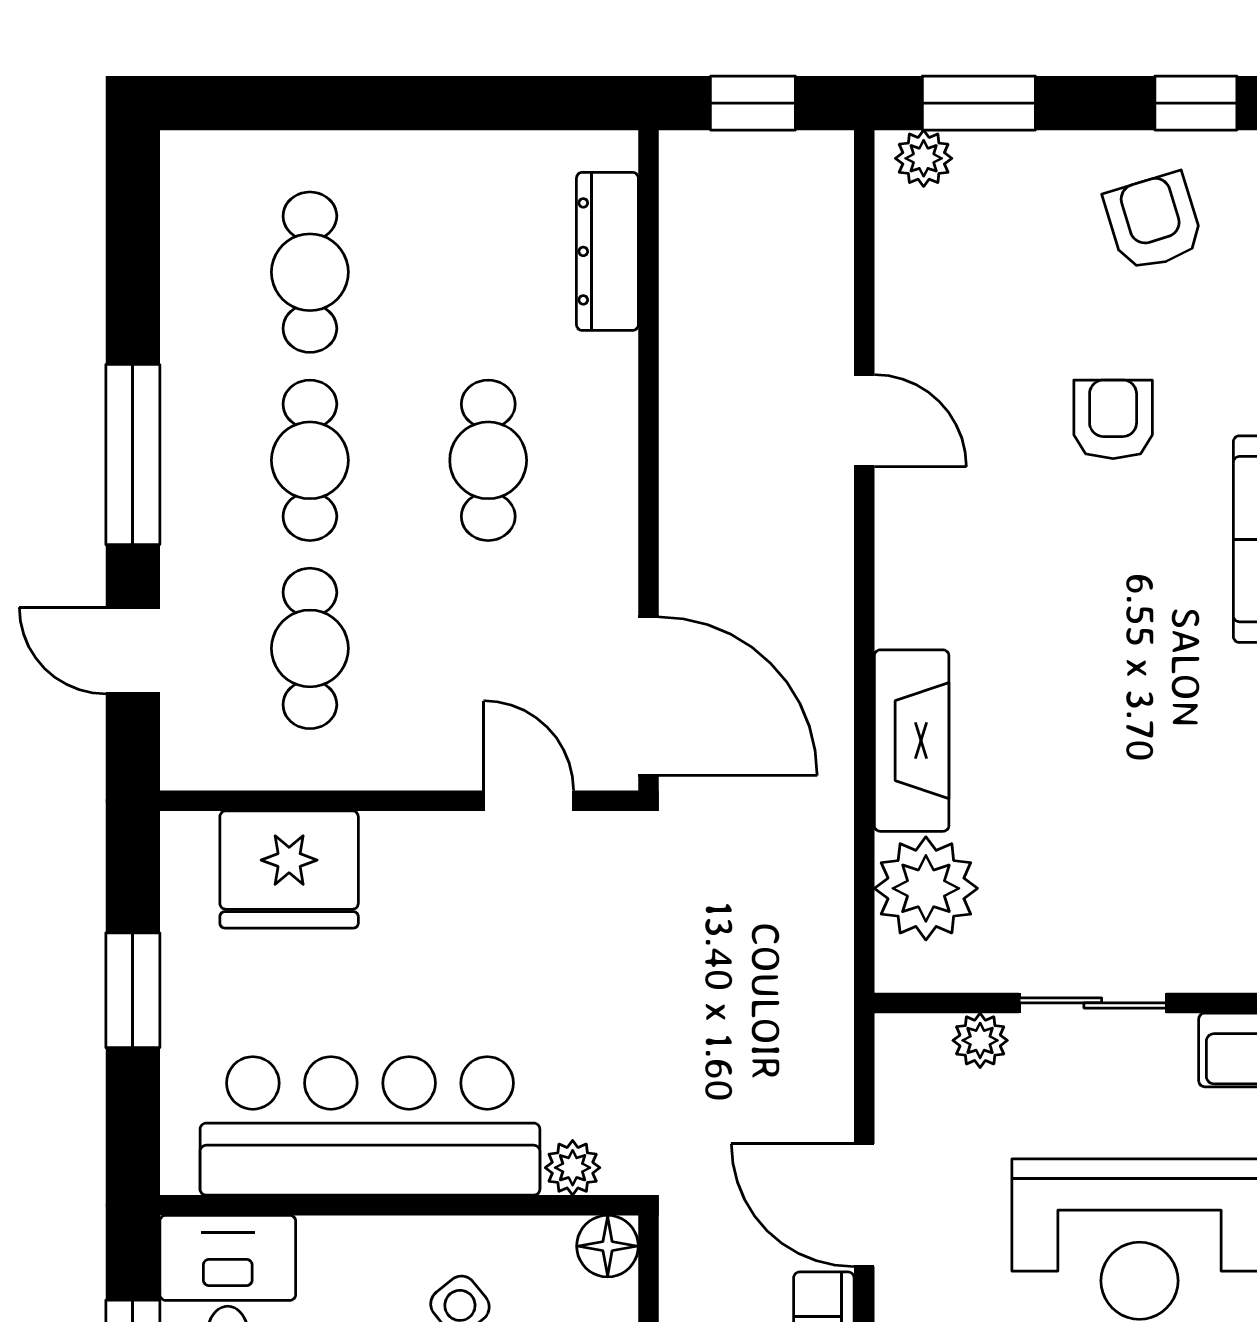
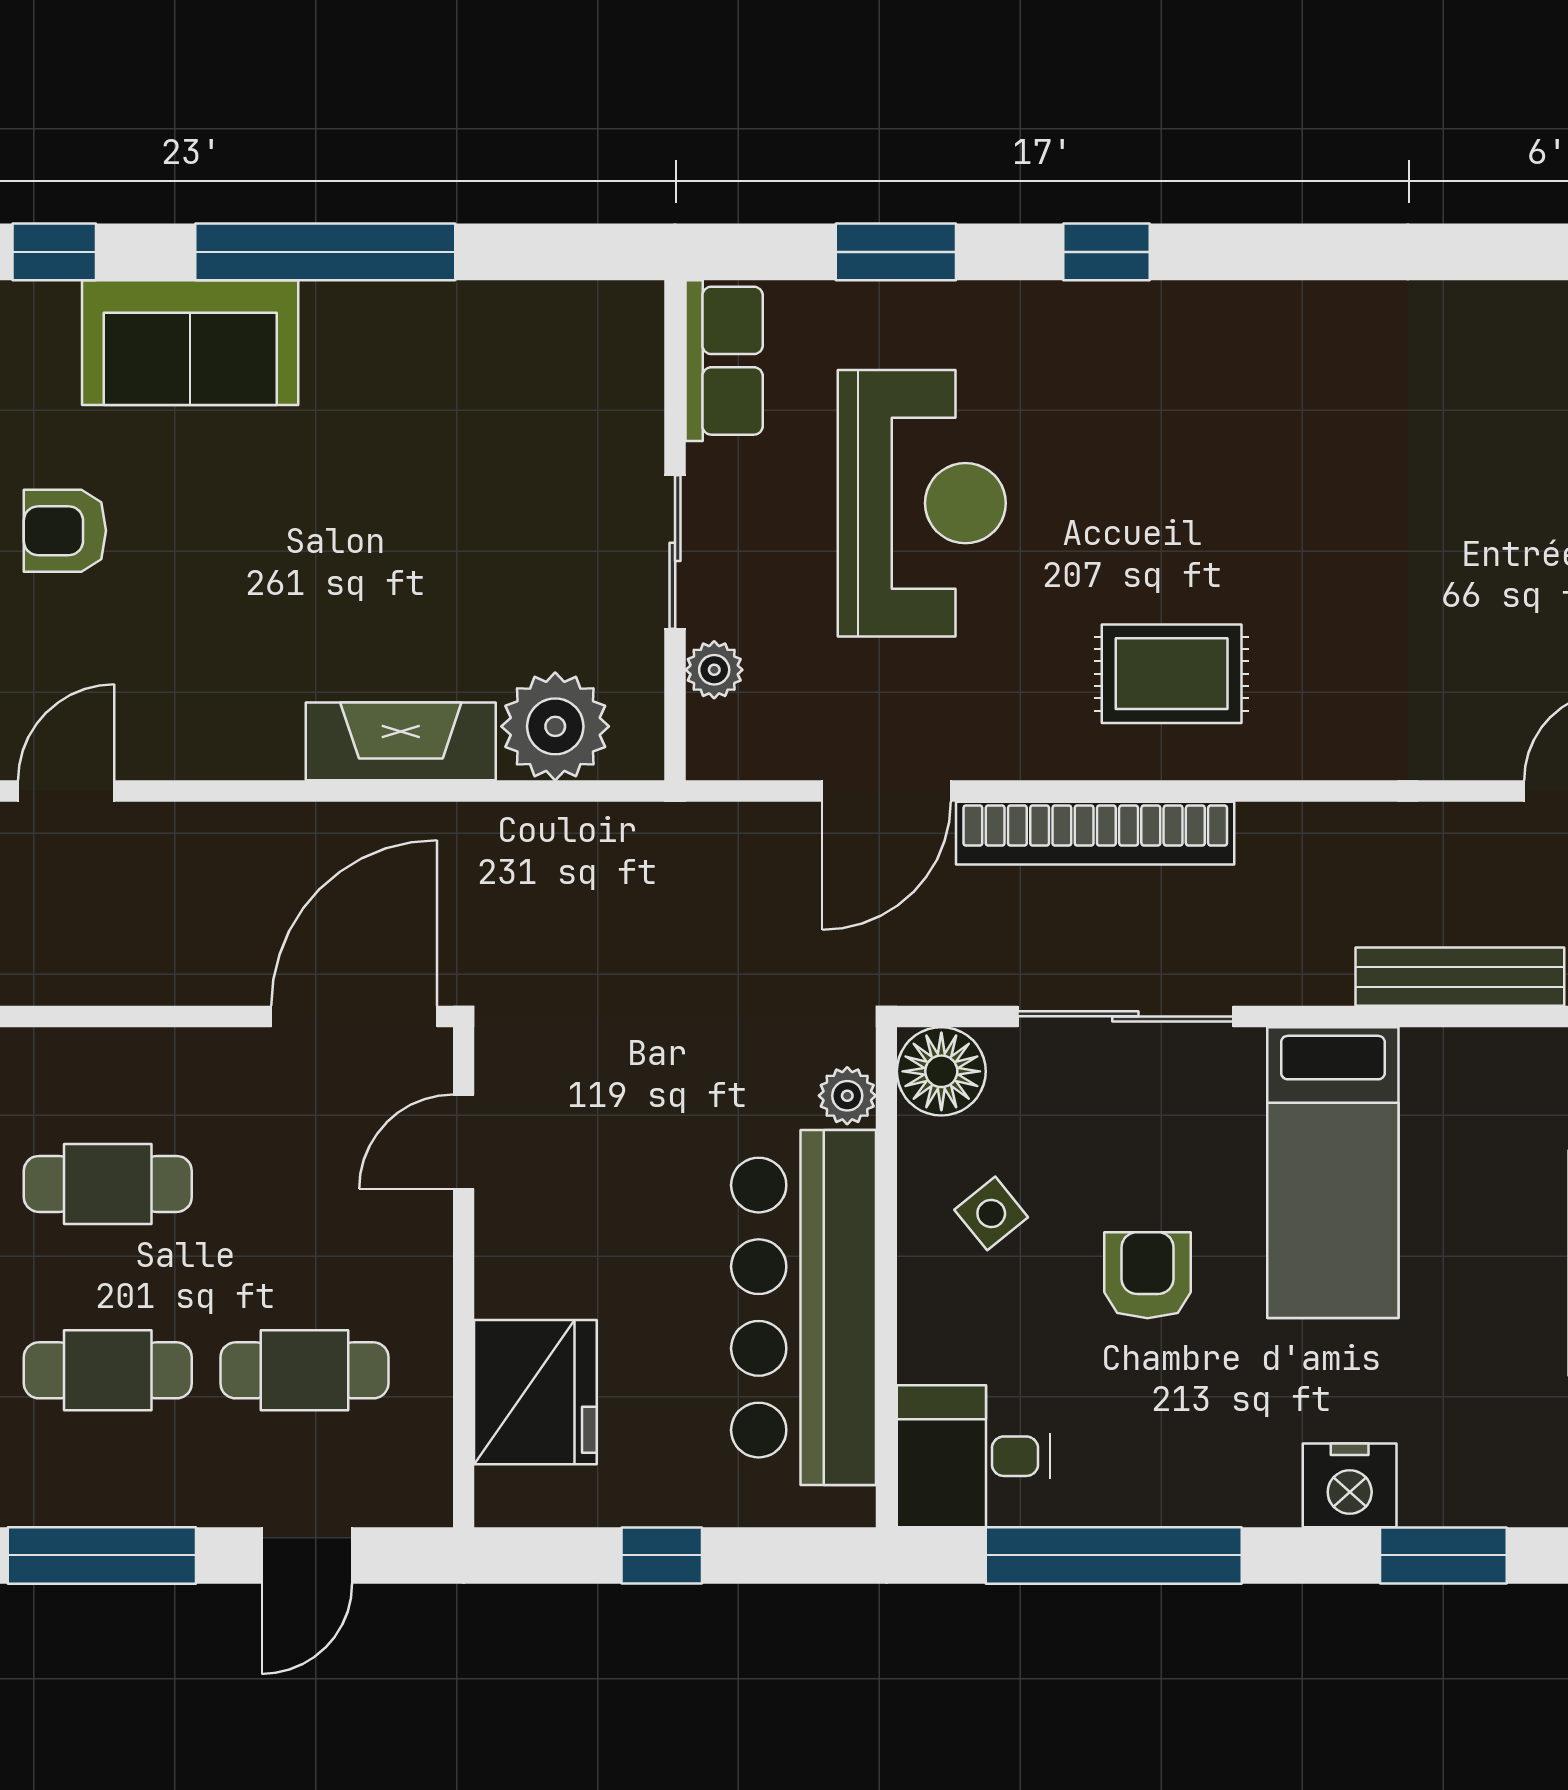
window: (133, 990) -> (662, 1555), width x0.67
floor lamp: (608, 1246) -> (941, 1071), width x1.38, depth x1.38

